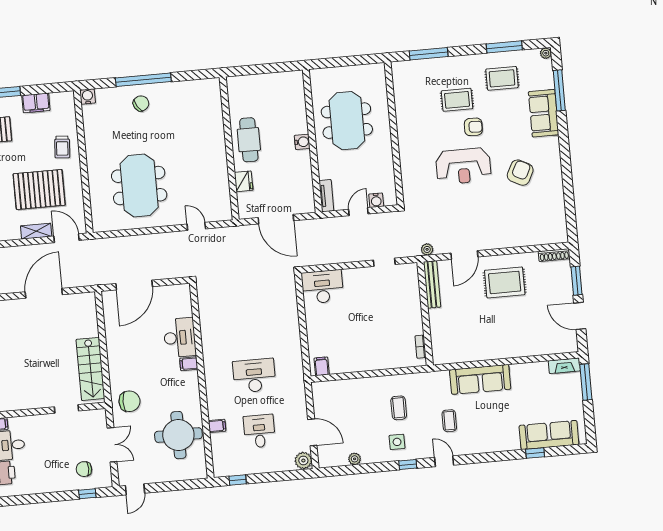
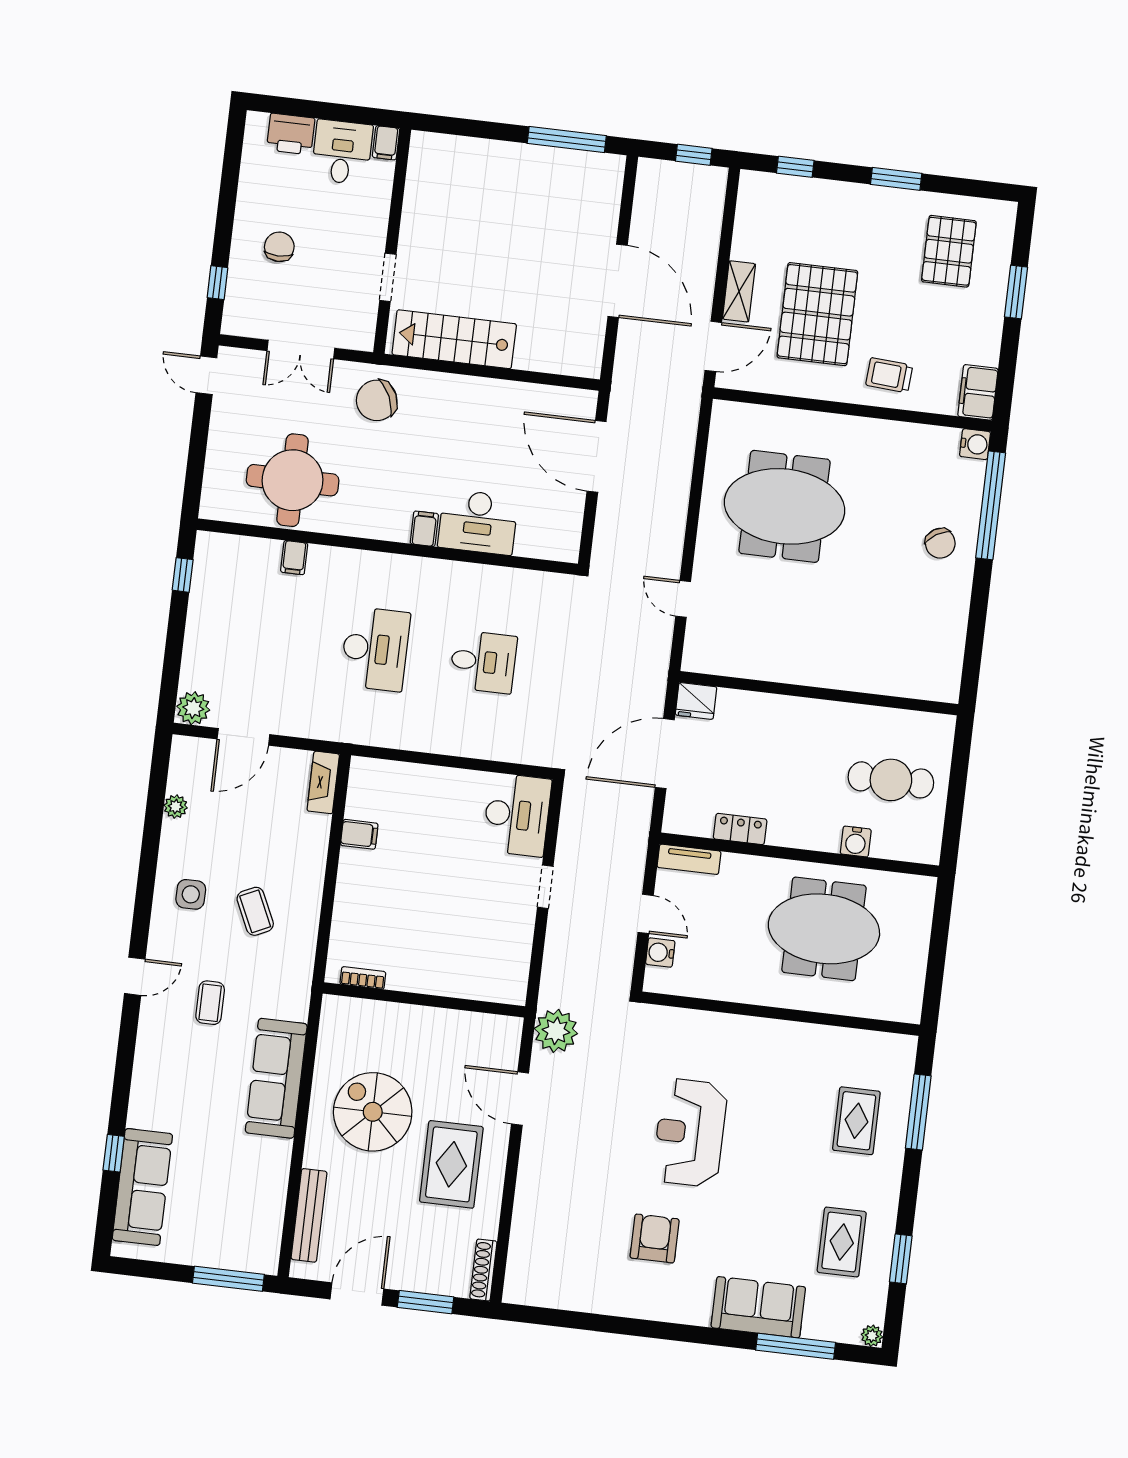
window: (504, 47) -> (901, 1259), width x0.69
window: (143, 80) -> (991, 505), moved
rug: (457, 100) -> (856, 1121), moved
filing cabinet: (36, 103) -> (978, 392), moved
armchair: (473, 127) -> (761, 1168), removed
cafe table: (249, 140) -> (891, 780), moved
water cooler: (302, 142) -> (856, 842), moved
locker: (306, 173) -> (740, 829), added
armchair: (520, 173) -> (655, 1238), turned -117
fridge: (244, 181) -> (696, 701), moved
door: (196, 226) -> (683, 599), swing flipped
plant: (427, 249) -> (556, 1031), width x1.87, depth x1.87
doorway: (384, 262) -> (545, 887), moved
bench: (432, 284) -> (309, 1215), moved, turned 90
spiral stairs: (487, 327) -> (373, 1112), added
filing cabinet: (322, 366) -> (359, 834), moved
fireplace: (564, 366) -> (323, 782), moved
chair: (129, 401) -> (377, 400), turned 65
coffee table: (399, 408) -> (255, 911), turned 65
coffee table: (449, 421) -> (210, 1003), turned 90
desk: (259, 431) -> (483, 662), moved
window: (408, 465) -> (143, 906), removed
chair: (84, 469) -> (279, 247), moved

